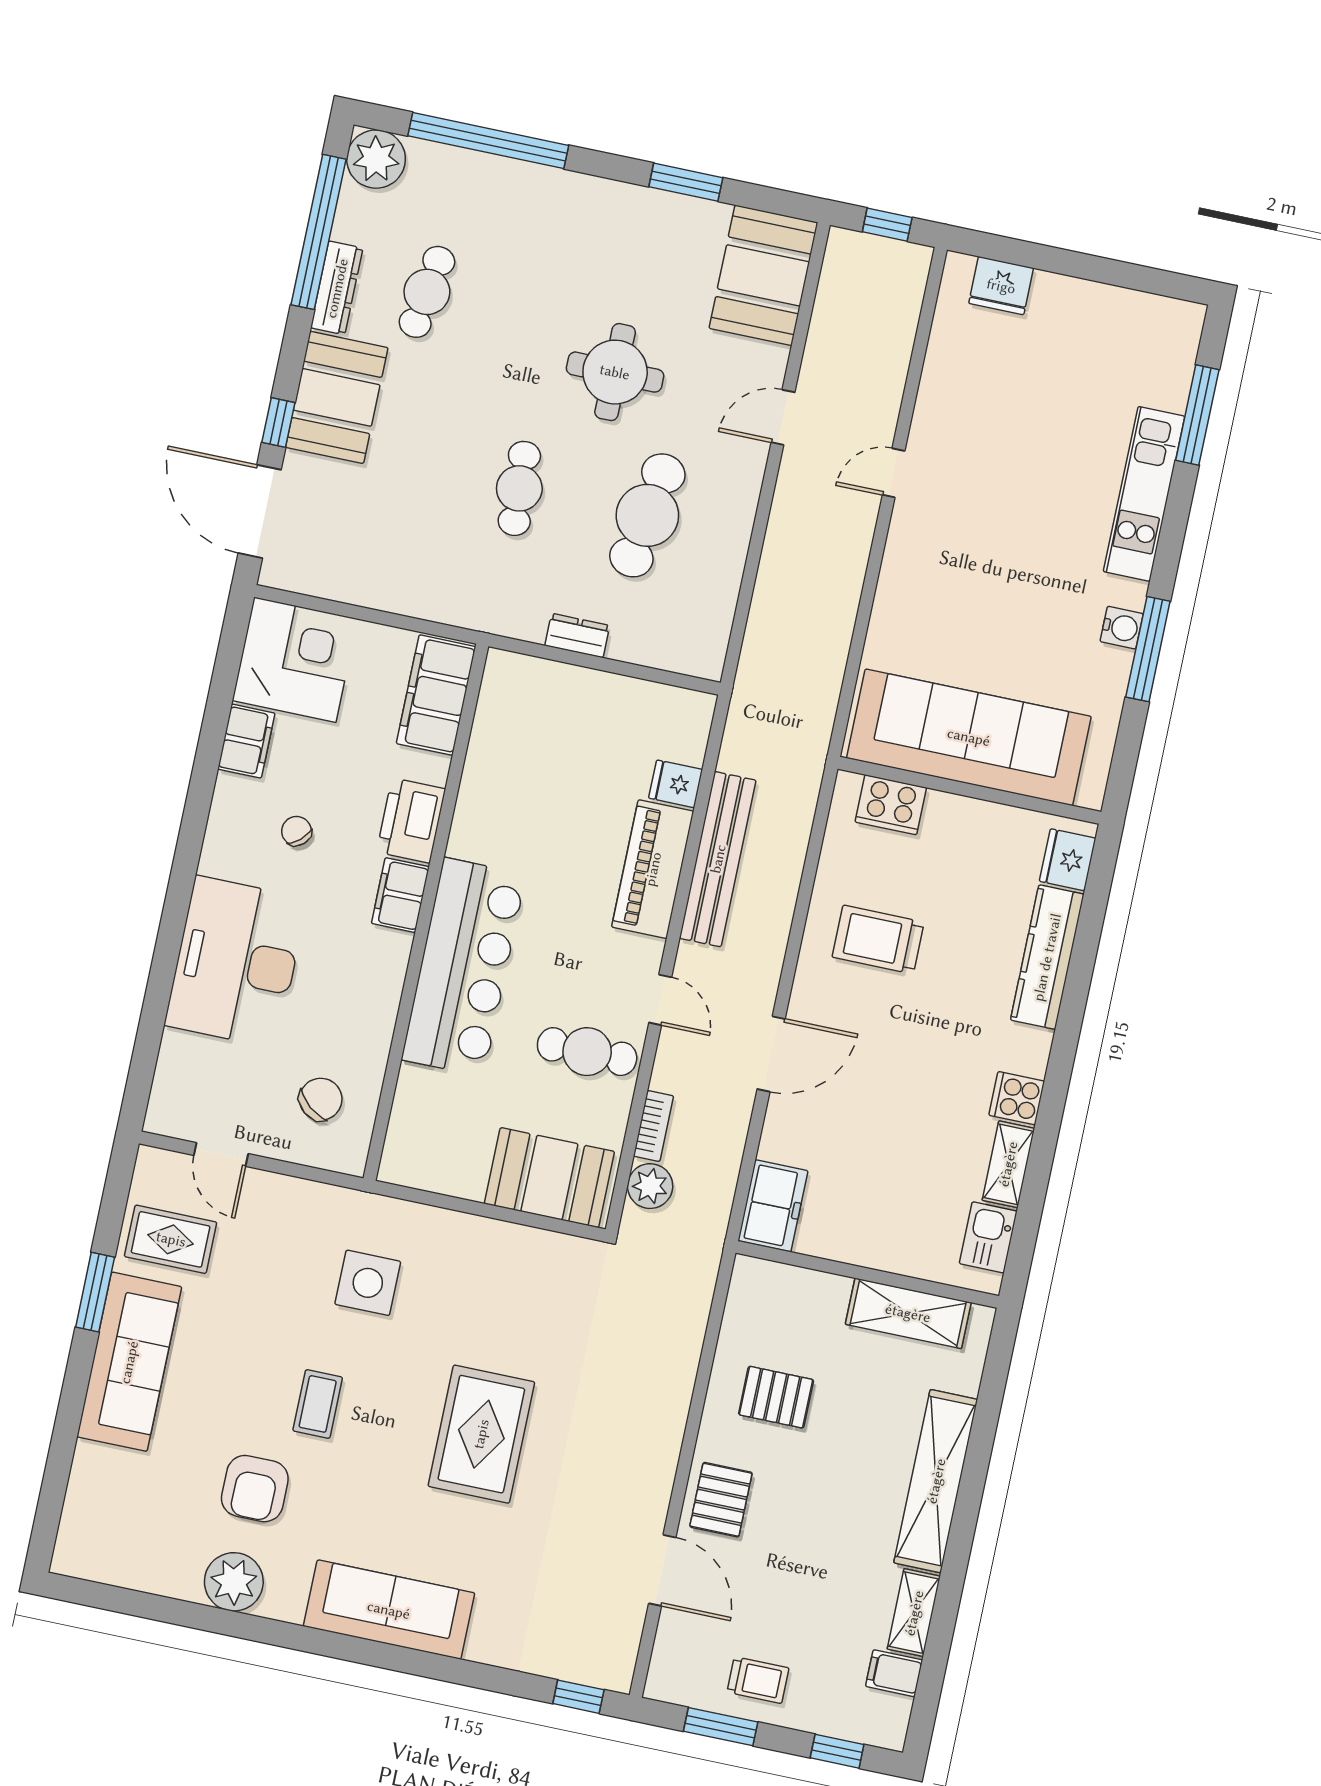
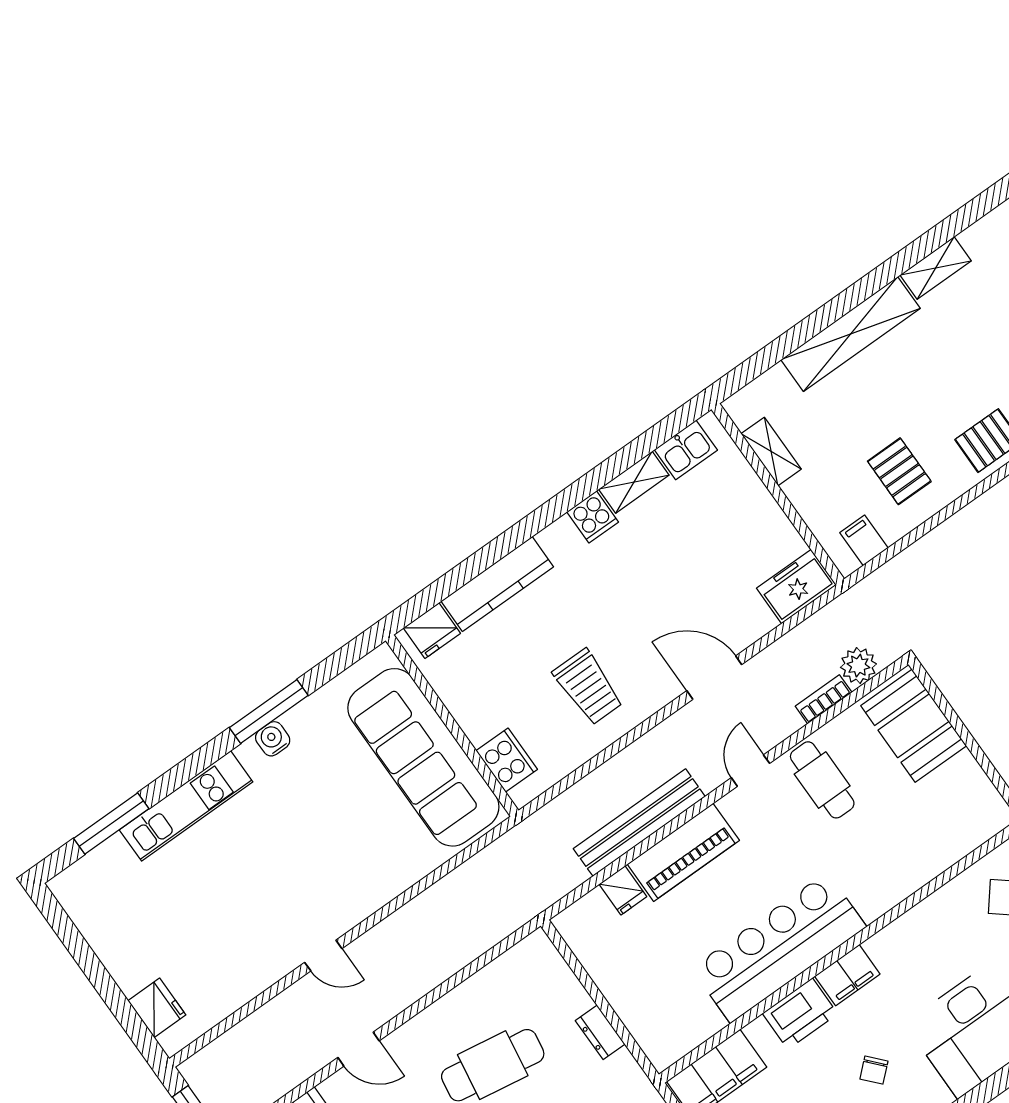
bar counter: (464, 967) -> (779, 948), moved
shelving: (908, 1313) -> (771, 451), width x0.67, depth x0.75
filing cabinet: (894, 1673) -> (864, 540), moved, turned 180

